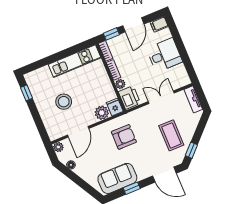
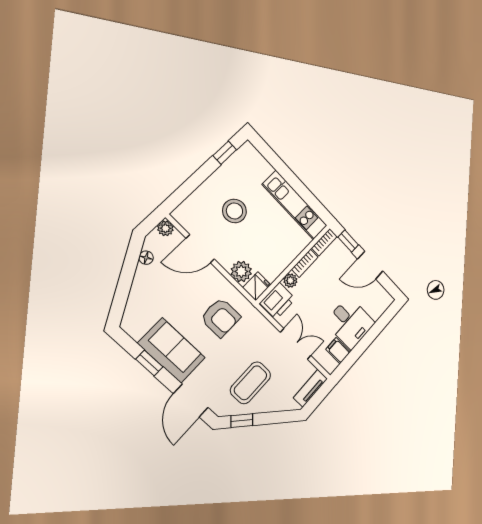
filing cabinet: (159, 24) -> (338, 351), moved
sofa: (117, 178) -> (172, 351), moved

